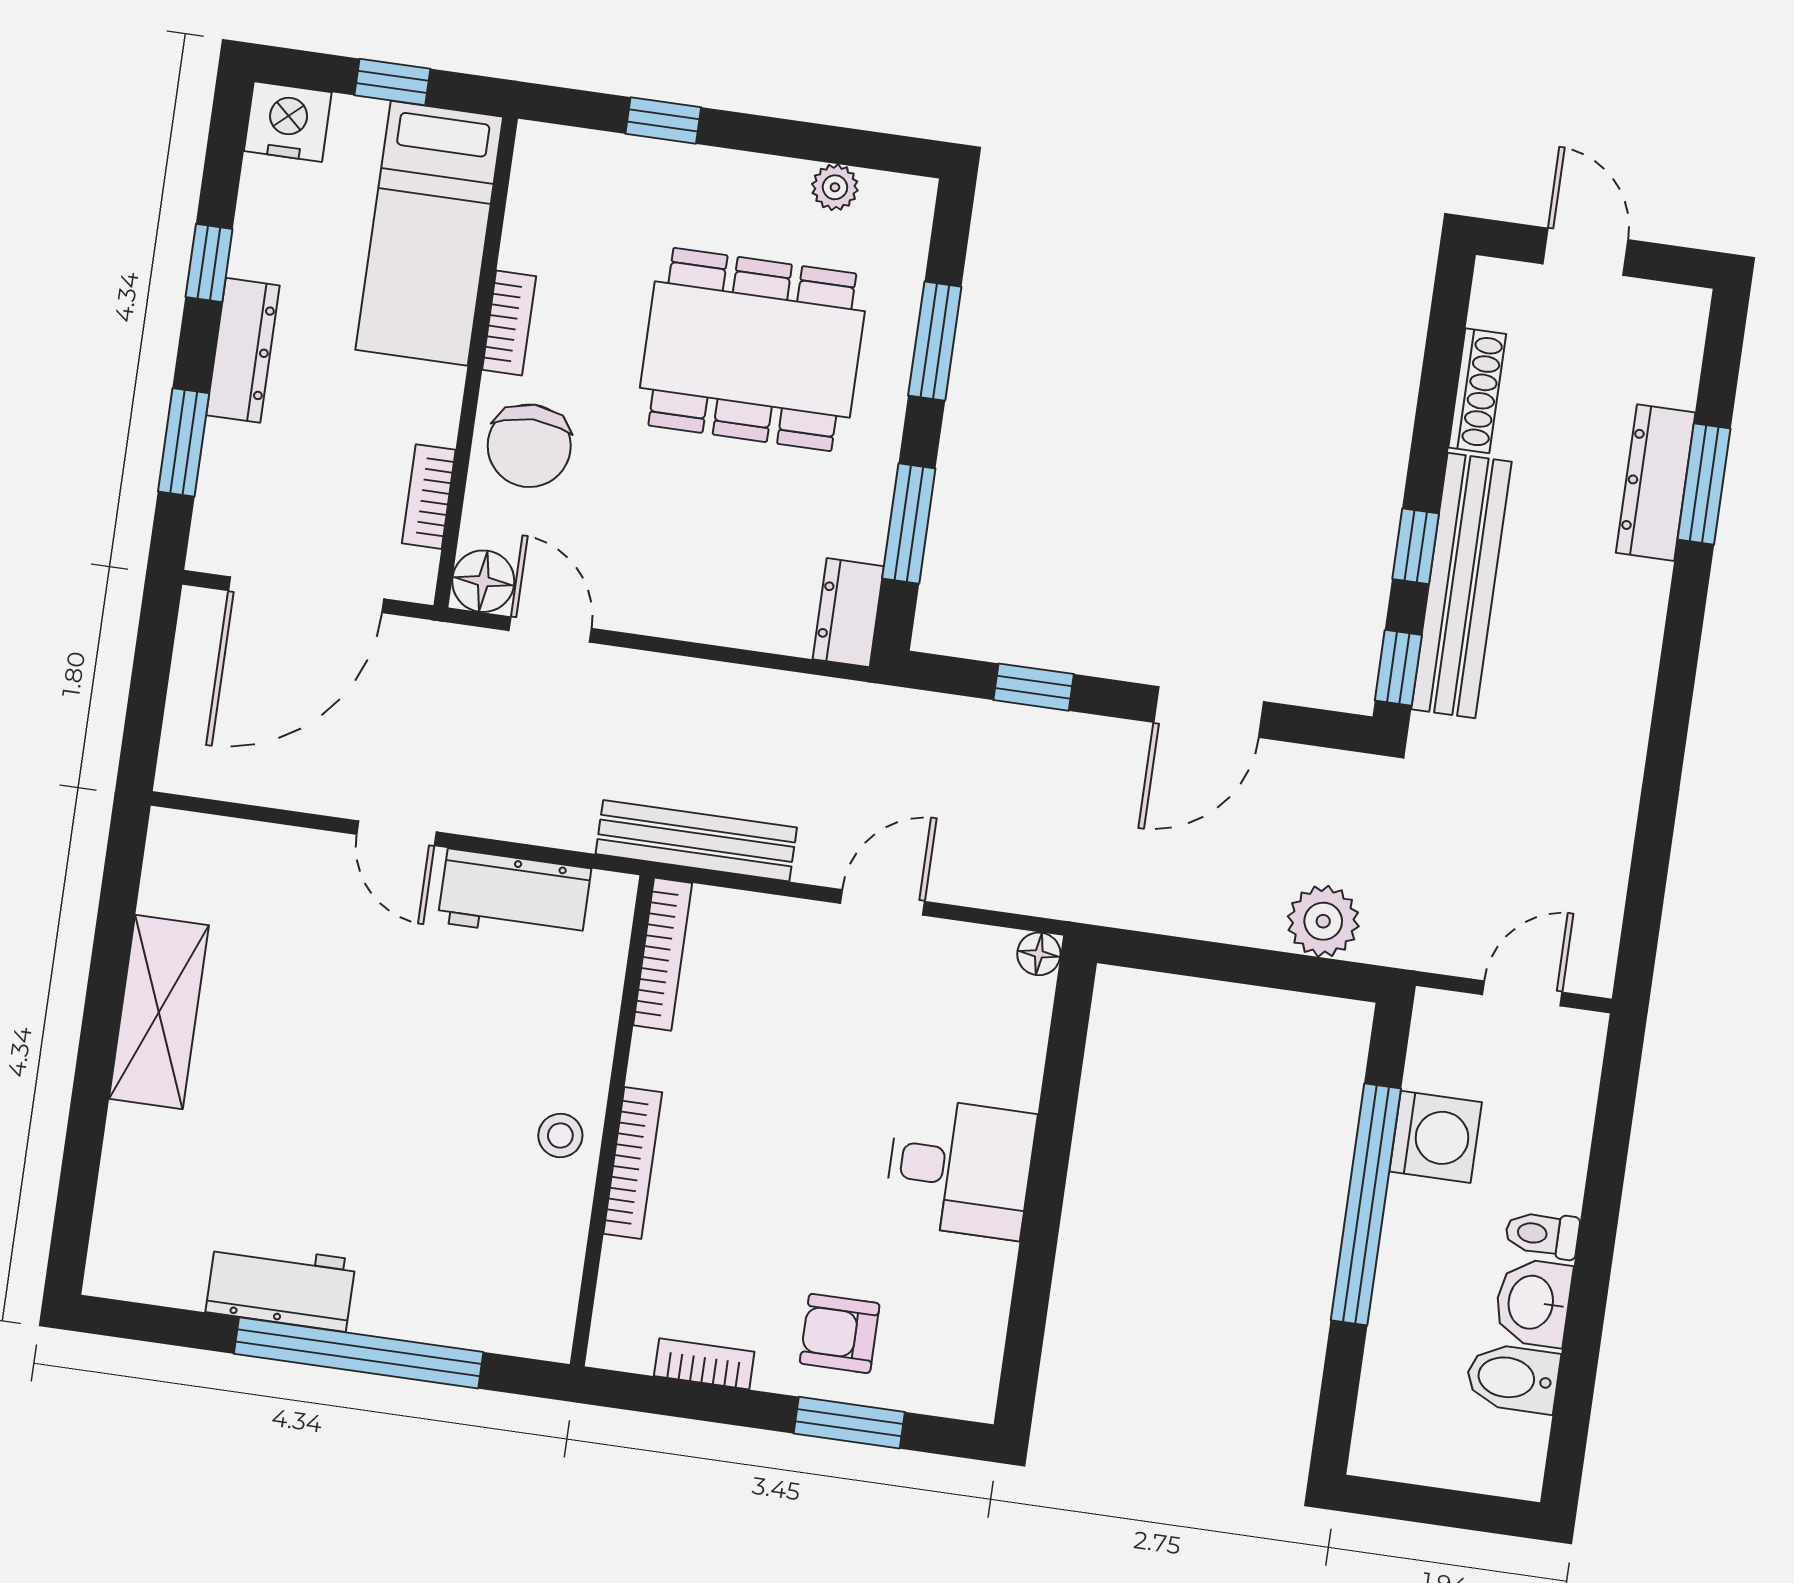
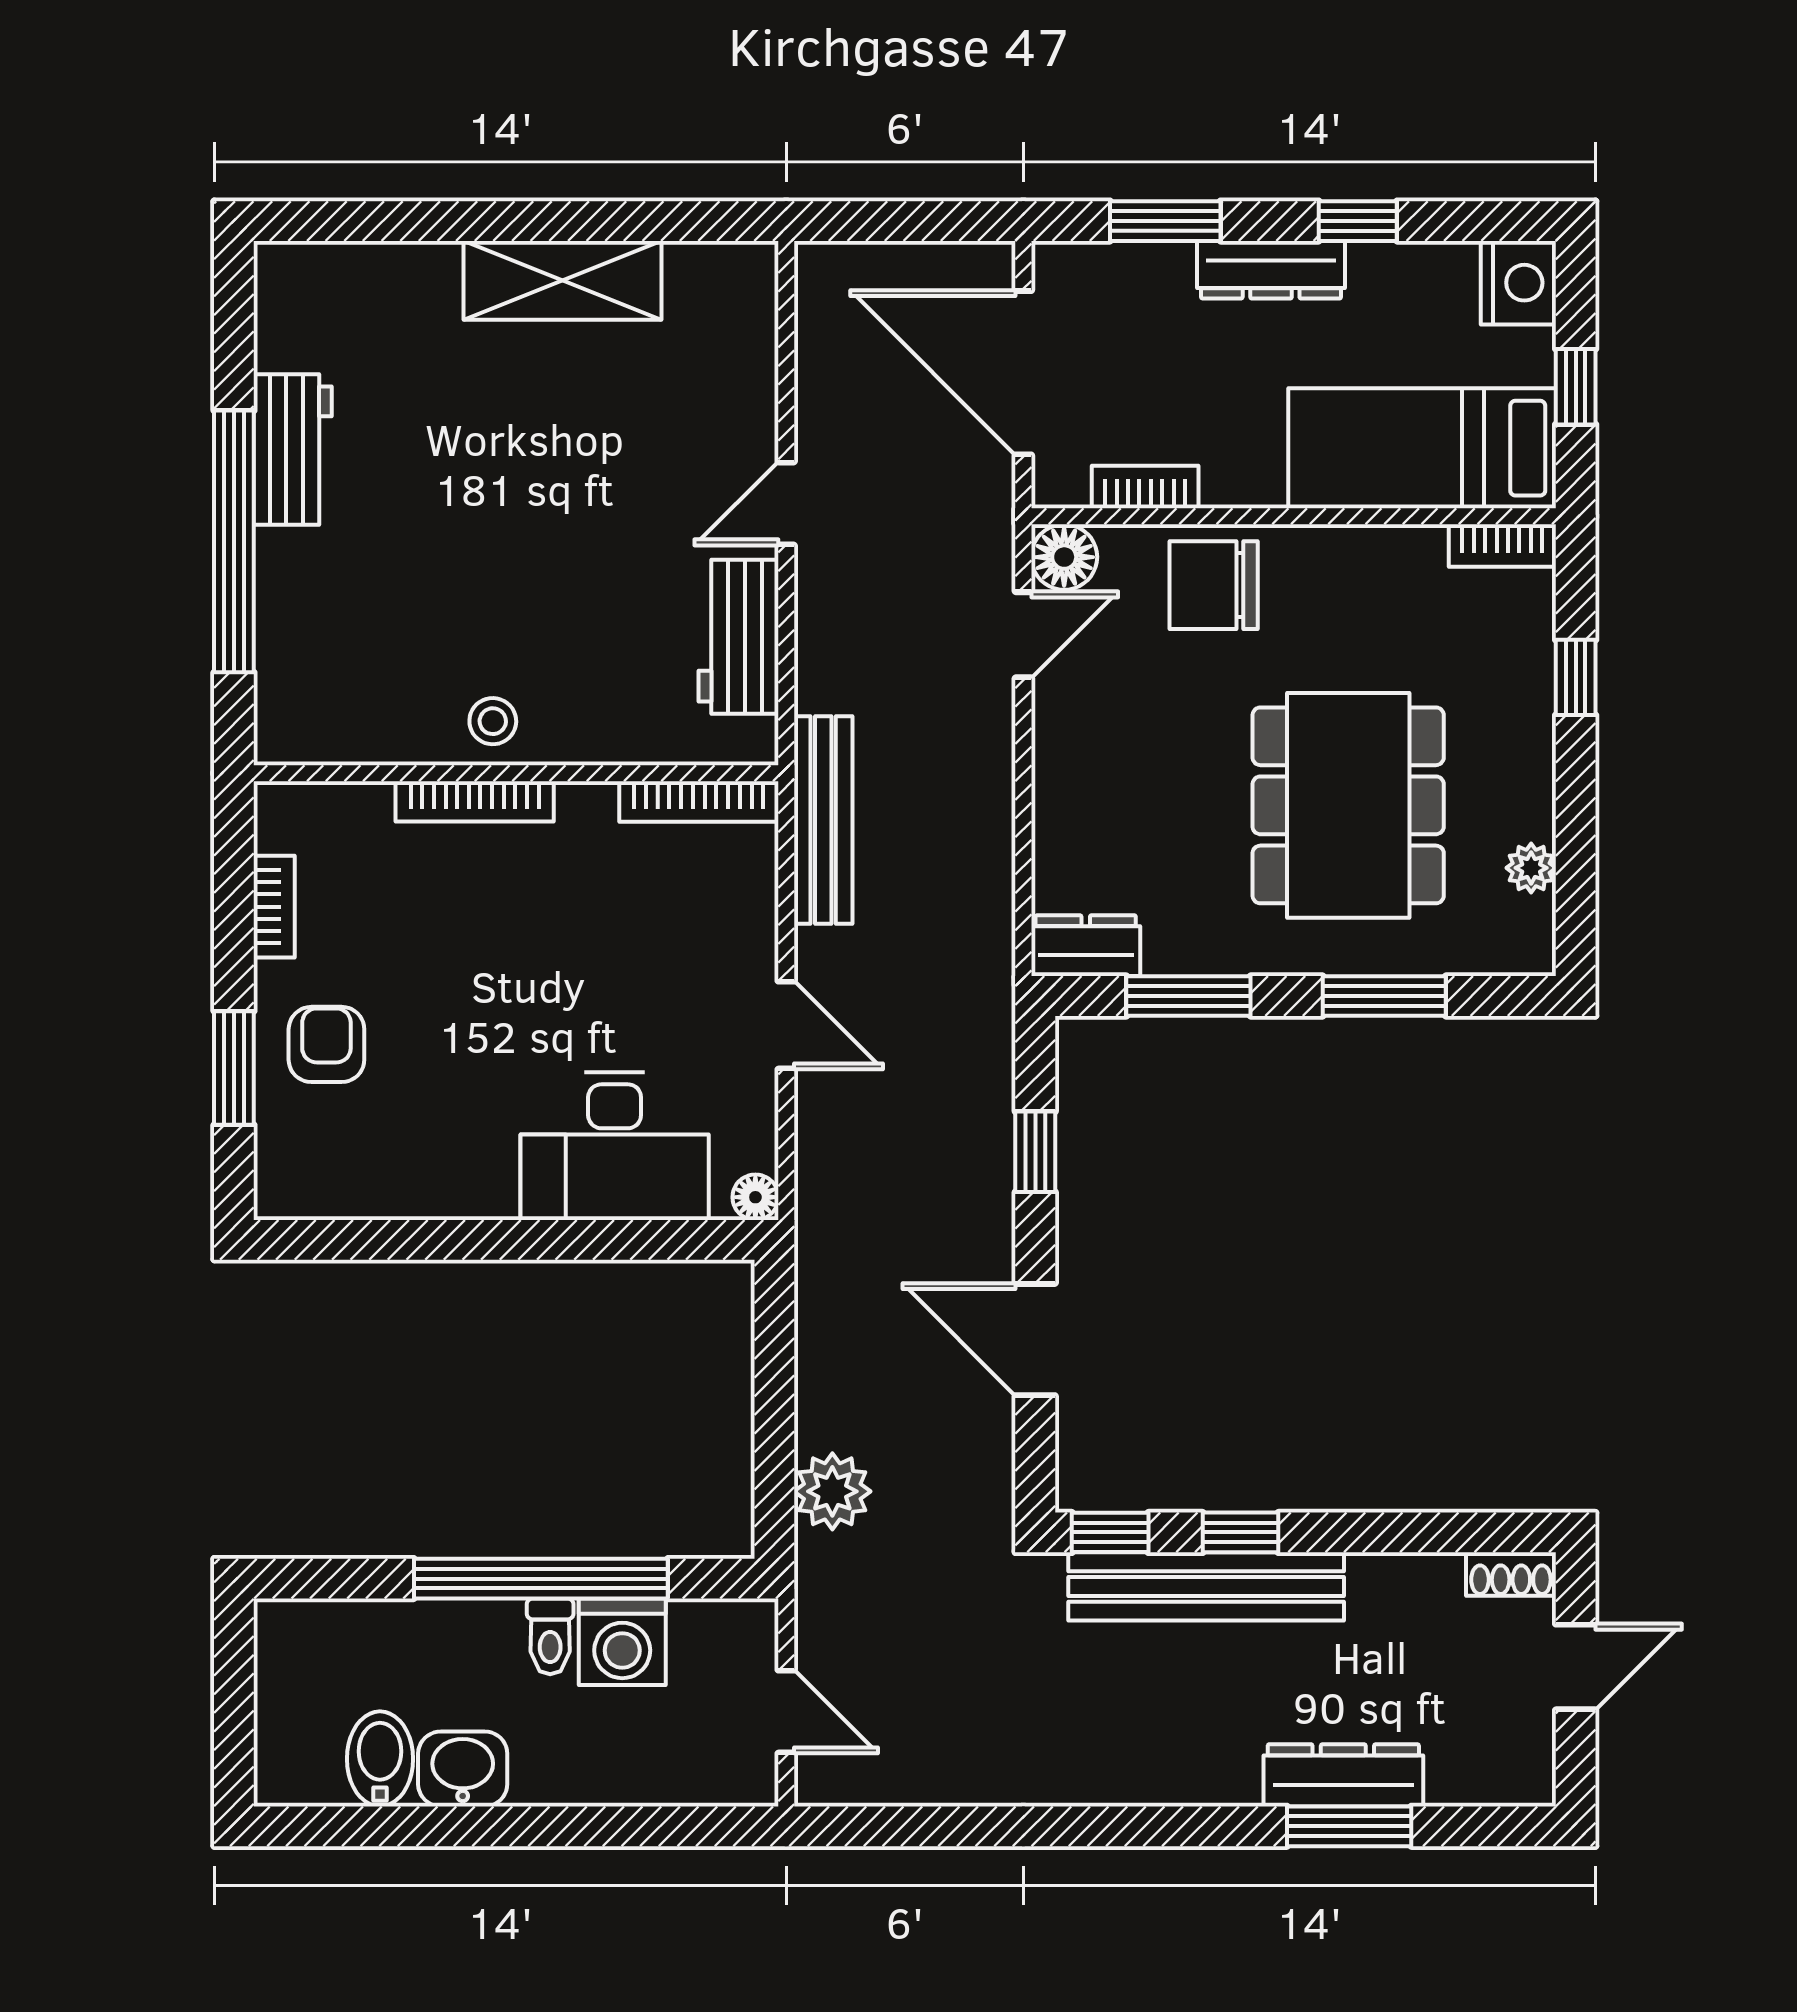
bookcase: (509, 323) -> (1502, 546), moved
shoe rack: (1477, 391) -> (1511, 1574), moved, width x0.70
desk: (960, 1168) -> (615, 1146), moved, width x1.37
toilet: (1542, 1234) -> (550, 1636), moved, turned 180

